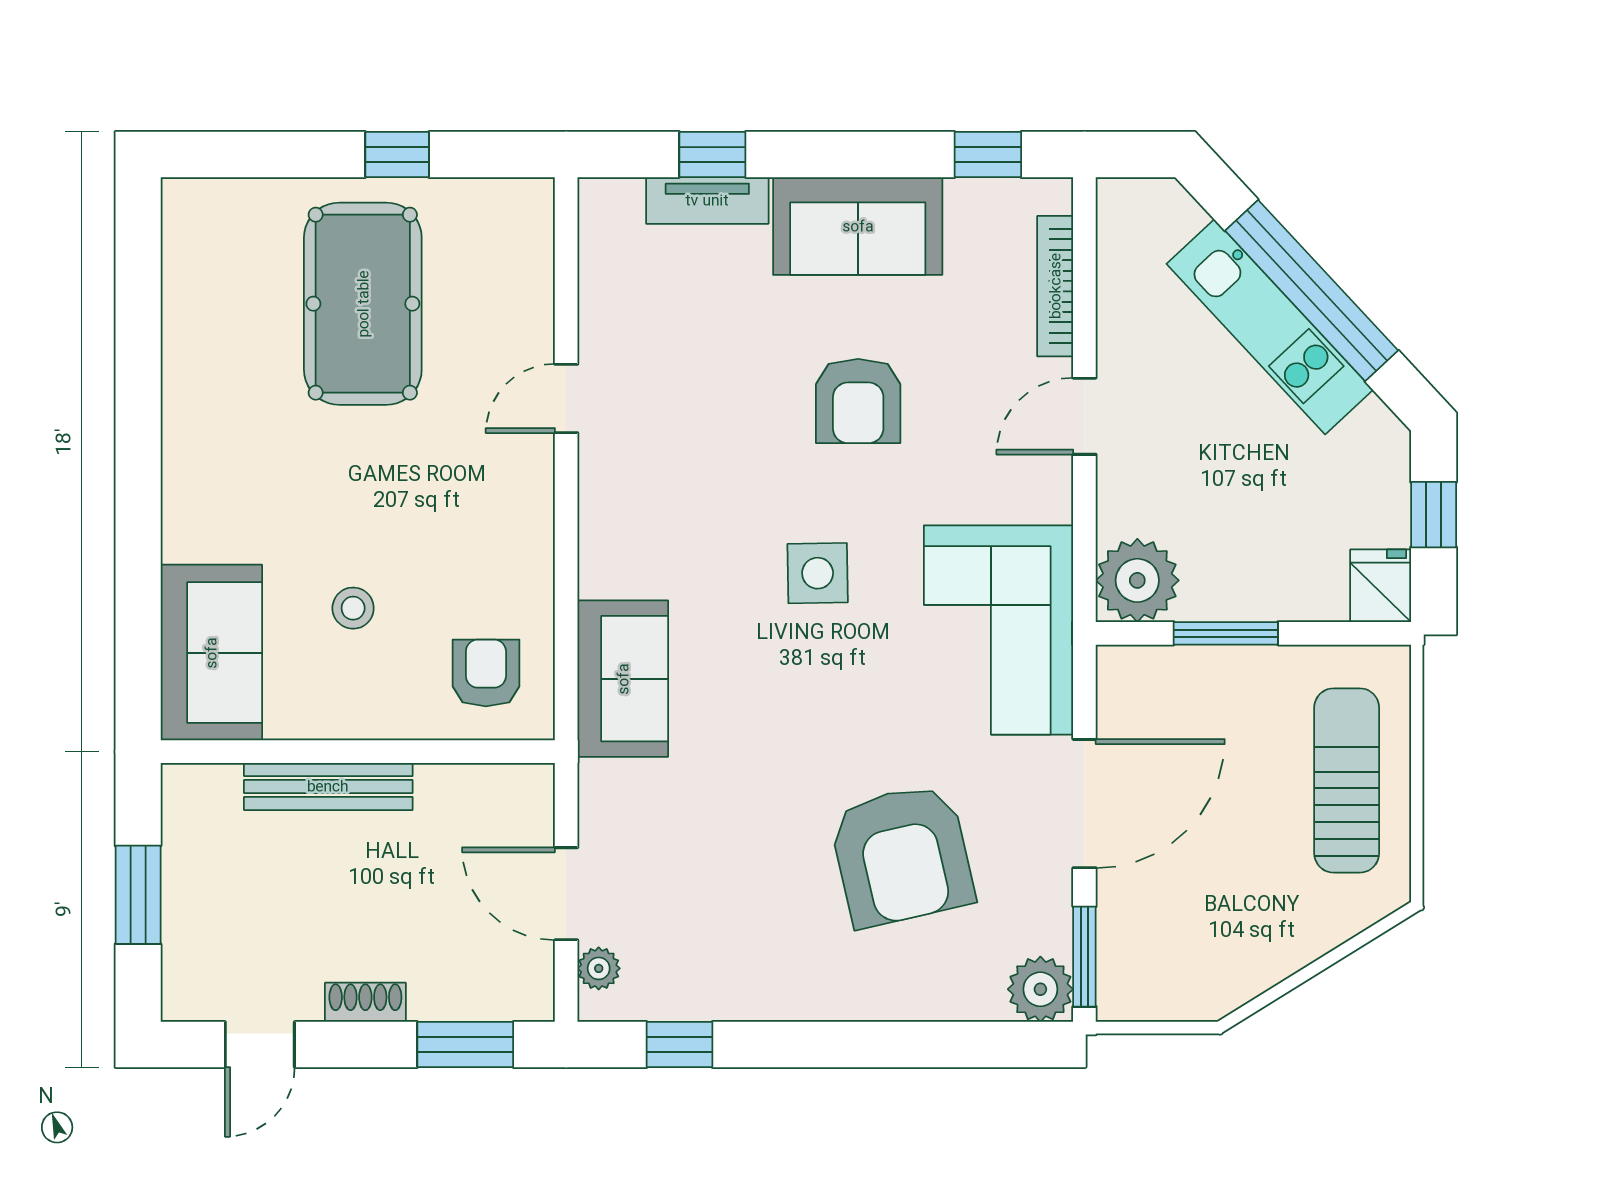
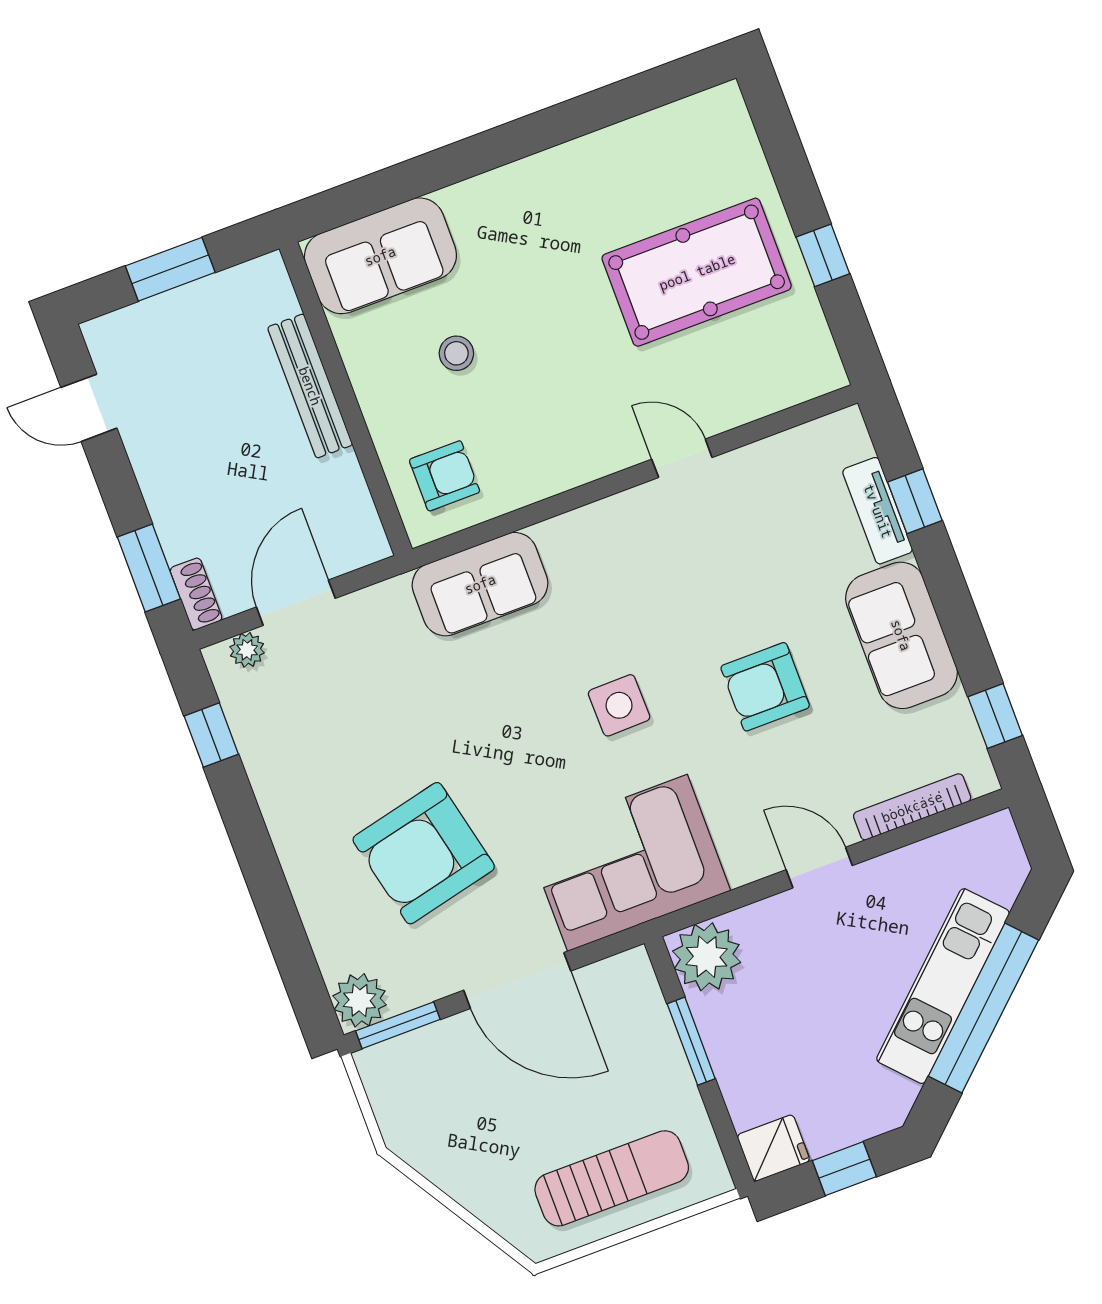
shoe rack: (365, 1002) -> (196, 594), moved

